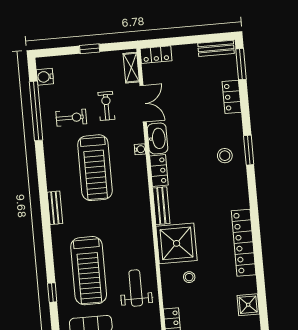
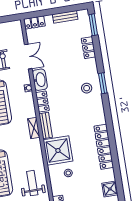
bench: (216, 48) -> (65, 17), moved
shelving: (131, 68) -> (34, 128), moved

